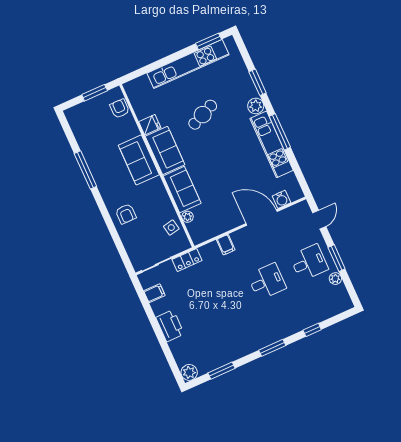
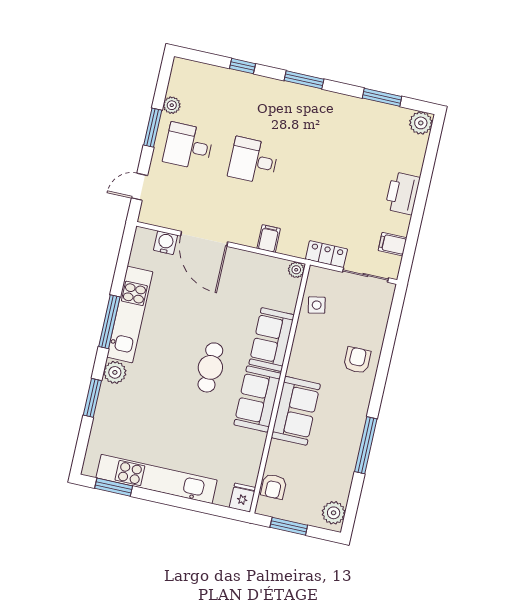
cafe table: (203, 115) -> (210, 367), moved, turned -66
plant: (75, 119) -> (334, 513), added
fridge: (150, 125) -> (242, 498), moved, turned 90
plant: (188, 217) -> (296, 270), moved

